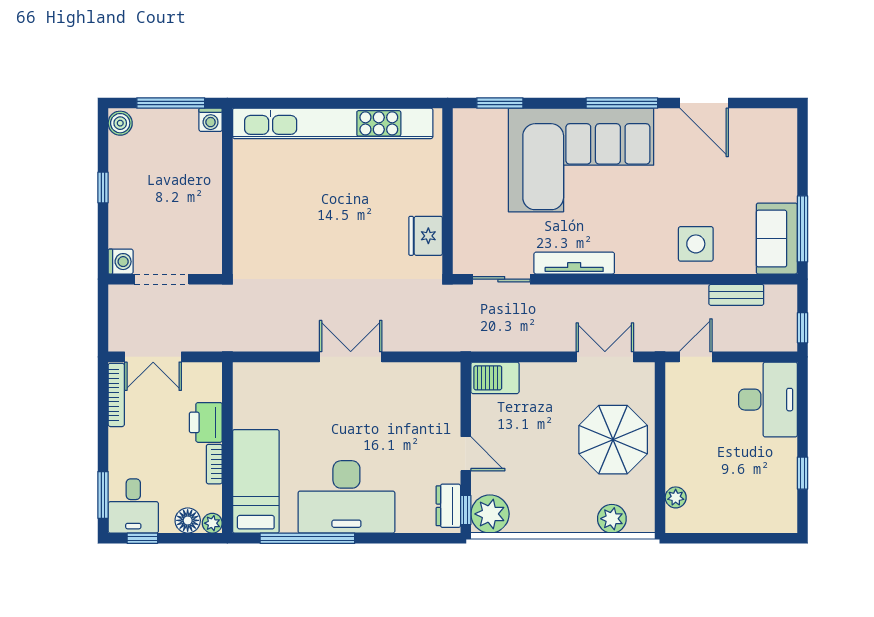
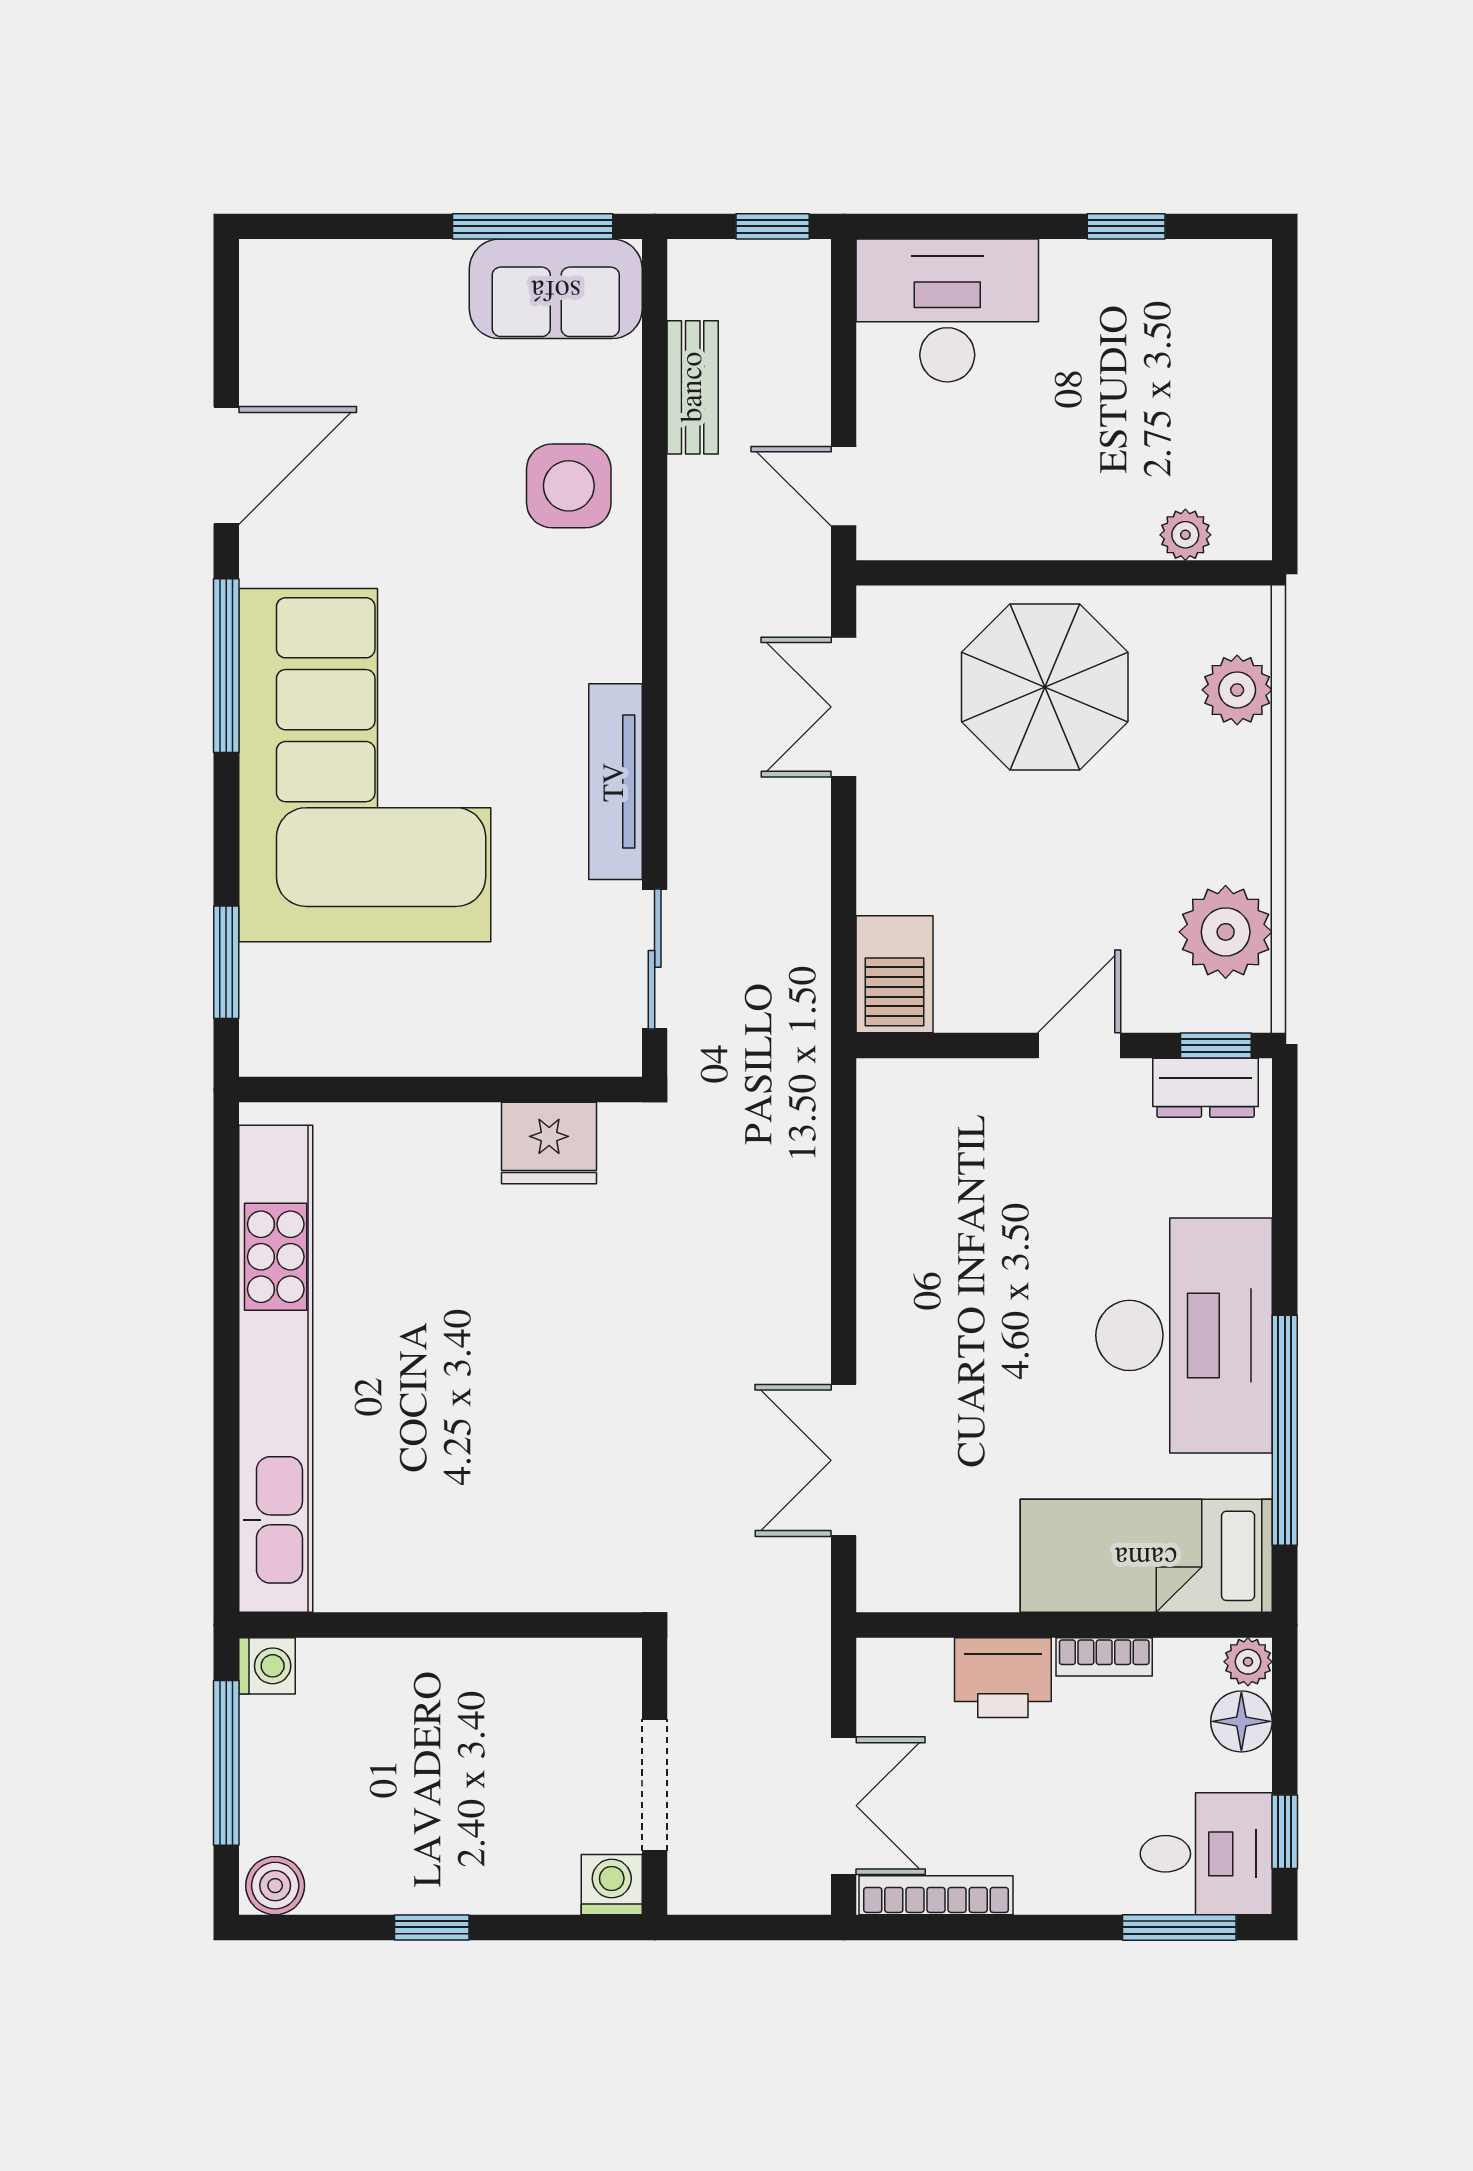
double door: (351, 357) -> (844, 1460), moved
plant: (490, 514) -> (1226, 932), moved

